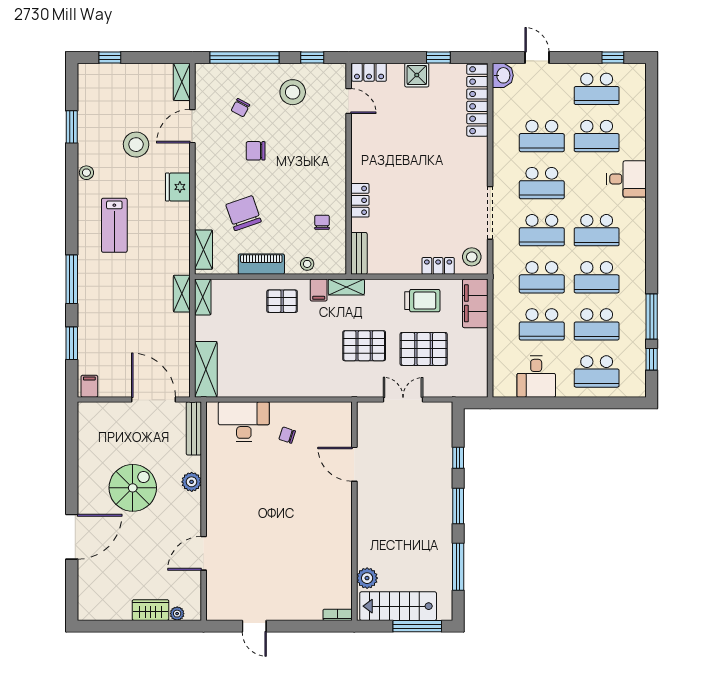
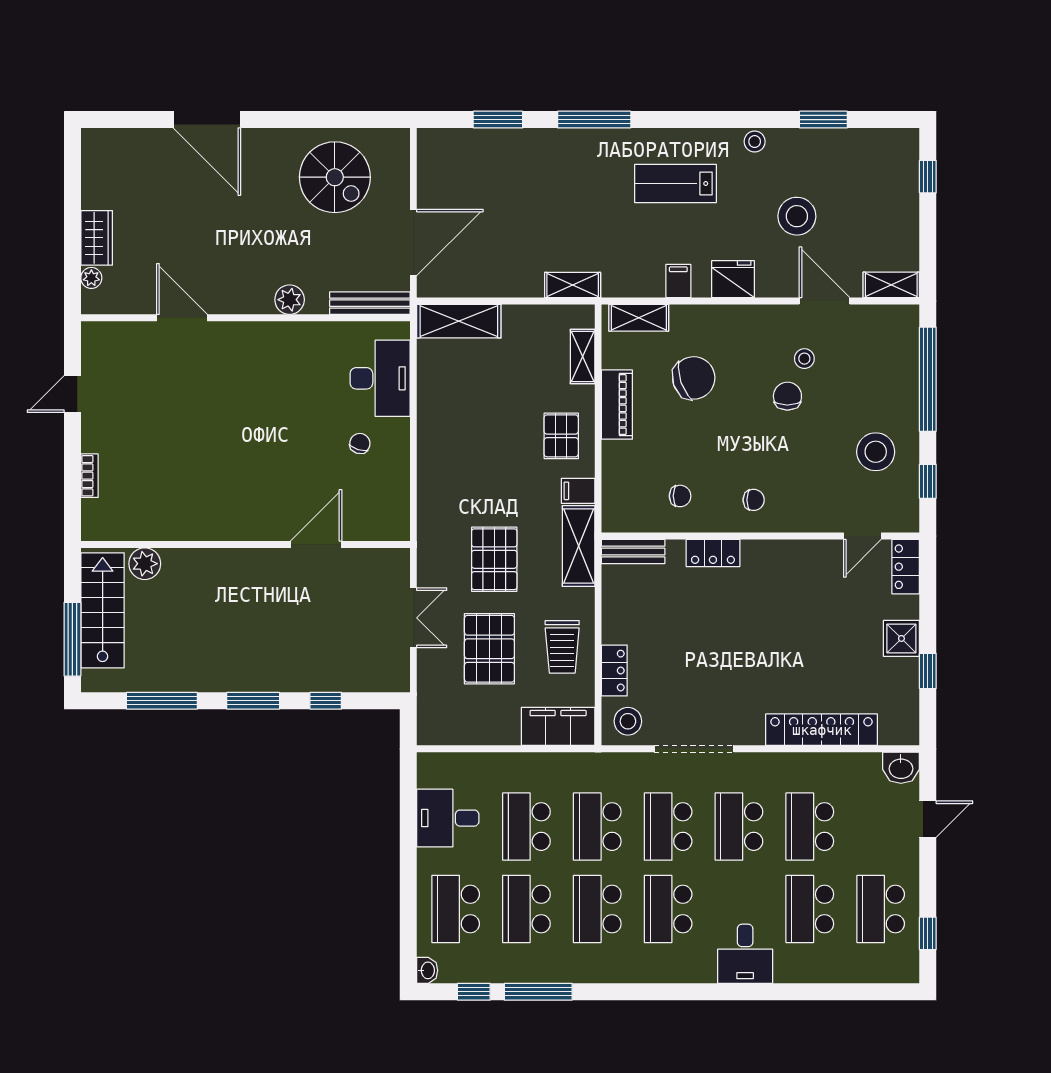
locker: (477, 100) -> (822, 730), moved
chair: (240, 108) -> (754, 500), moved, turned 152
stool: (307, 264) -> (804, 359), moved
shelving: (346, 287) -> (579, 546), width x1.50, depth x1.33
shelving: (203, 297) -> (583, 356), moved, turned 90
filing cabinet: (89, 386) -> (678, 281), moved, turned -90
washbasin: (637, 390) -> (427, 970), added
spiral stairs: (133, 488) -> (335, 177), moved
bookcase: (338, 615) -> (90, 476), moved

